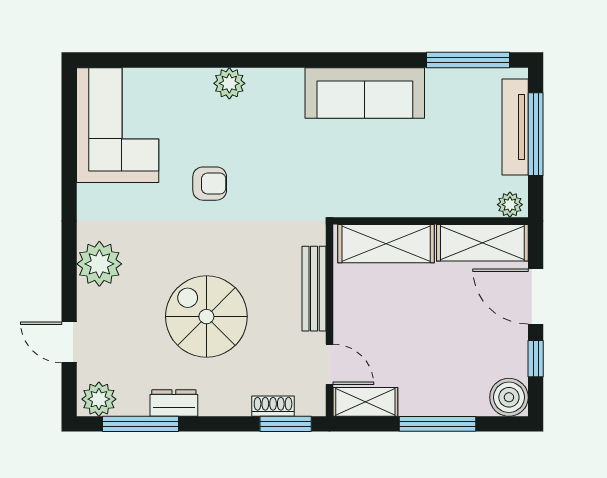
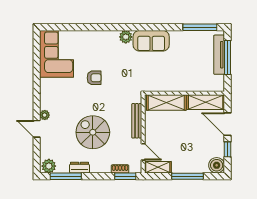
plant: (229, 83) -> (126, 37), moved
sofa: (365, 93) -> (151, 41), width x0.73
plant: (510, 205) -> (217, 86), removed
plant: (99, 264) -> (45, 115), width x0.53, depth x0.53
door: (69, 342) -> (37, 129), moved

